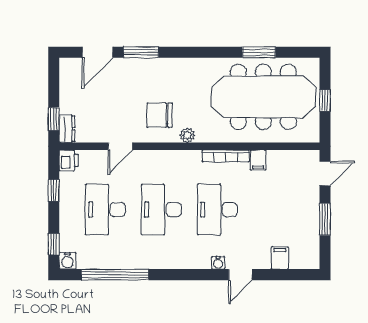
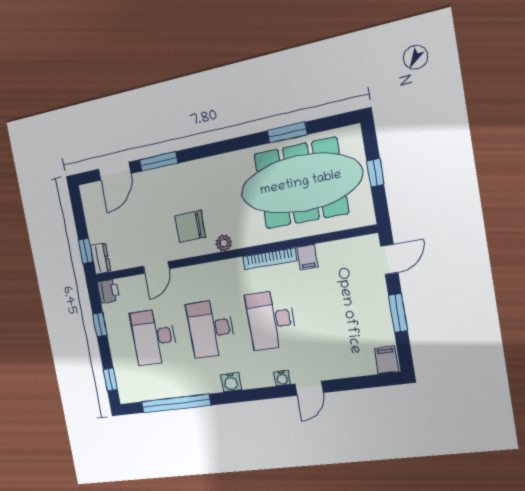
filing cabinet: (280, 258) -> (386, 360), moved
water cooler: (67, 261) -> (231, 382), moved

